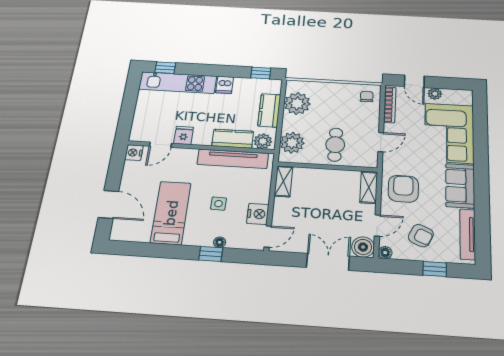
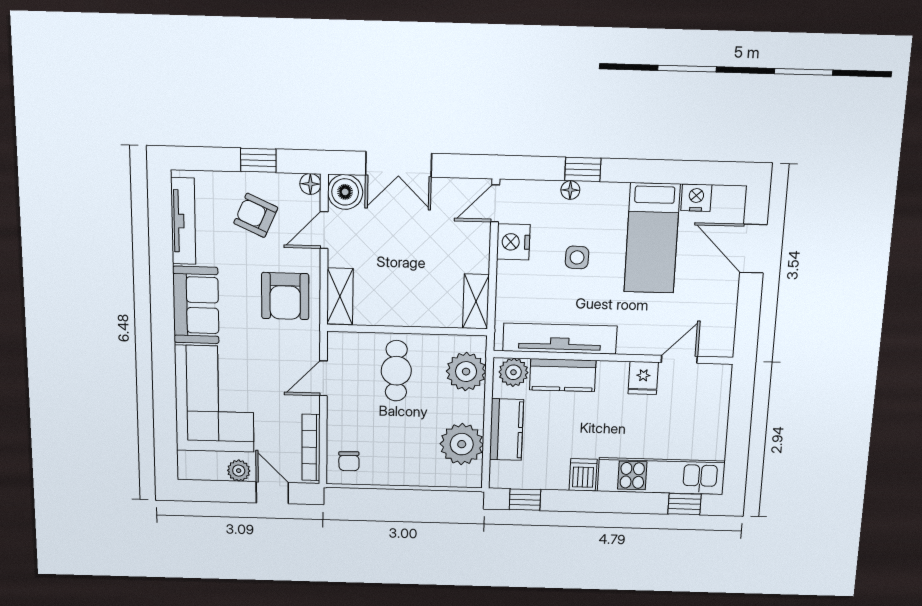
nightstand: (134, 153) -> (696, 198), moved, turned -90
window: (435, 269) -> (258, 160), moved

